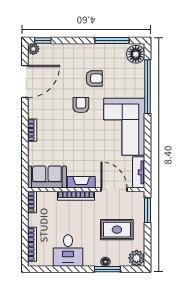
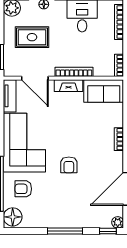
window: (112, 40) -> (65, 231), moved
armchair: (94, 78) -> (23, 189), moved

